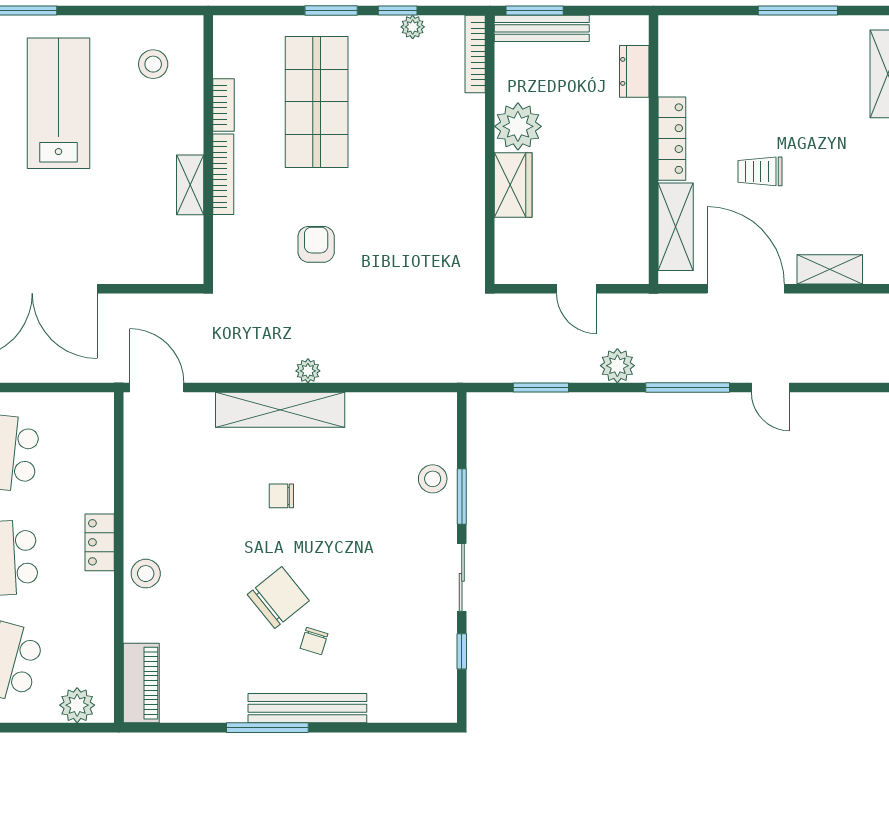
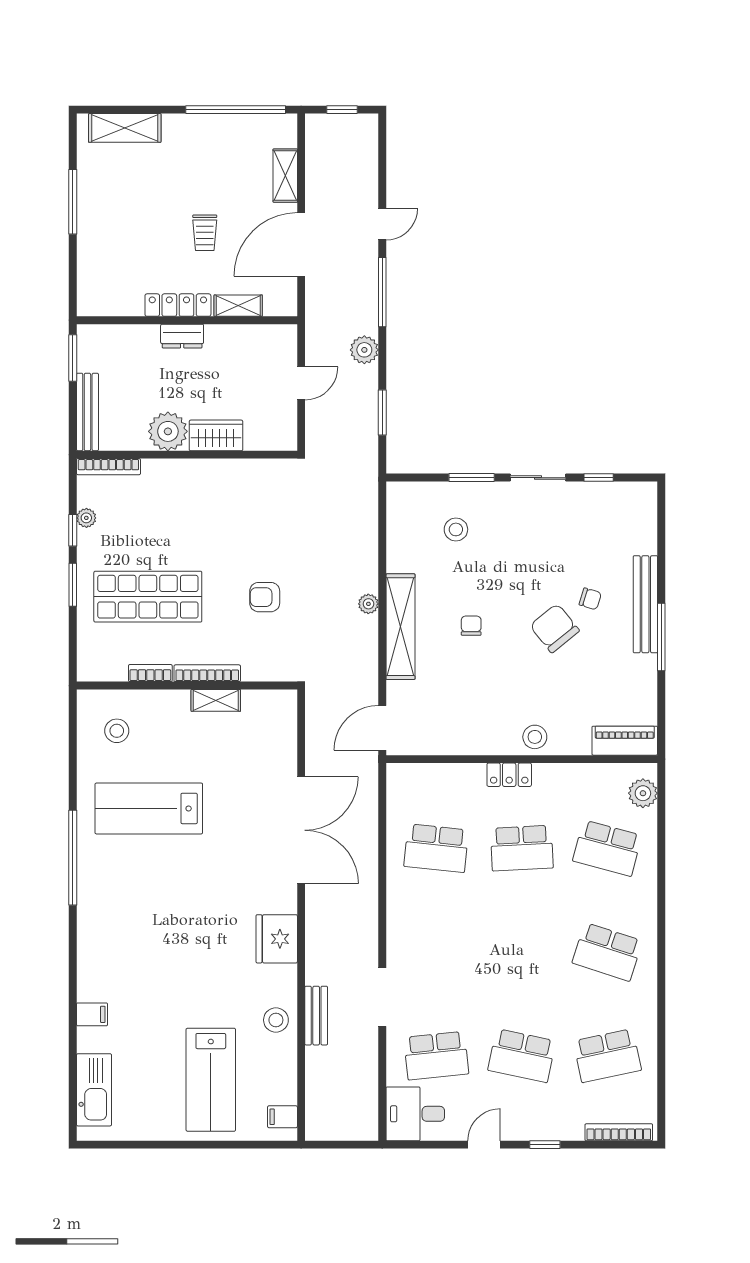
window: (535, 10) -> (73, 358), moved
dresser: (634, 71) -> (182, 336), moved
shelving: (676, 227) -> (238, 306), width x0.67, depth x0.75
stool: (433, 479) -> (456, 529), moved
chair: (281, 496) -> (471, 626), turned 180

